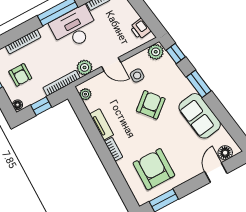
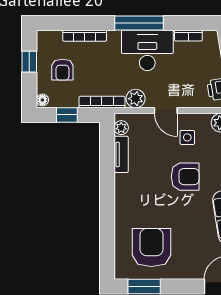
armchair: (151, 105) -> (185, 177), turned 40
tv unit: (102, 124) -> (121, 154), moved
bookcase: (114, 149) -> (120, 203), removed

